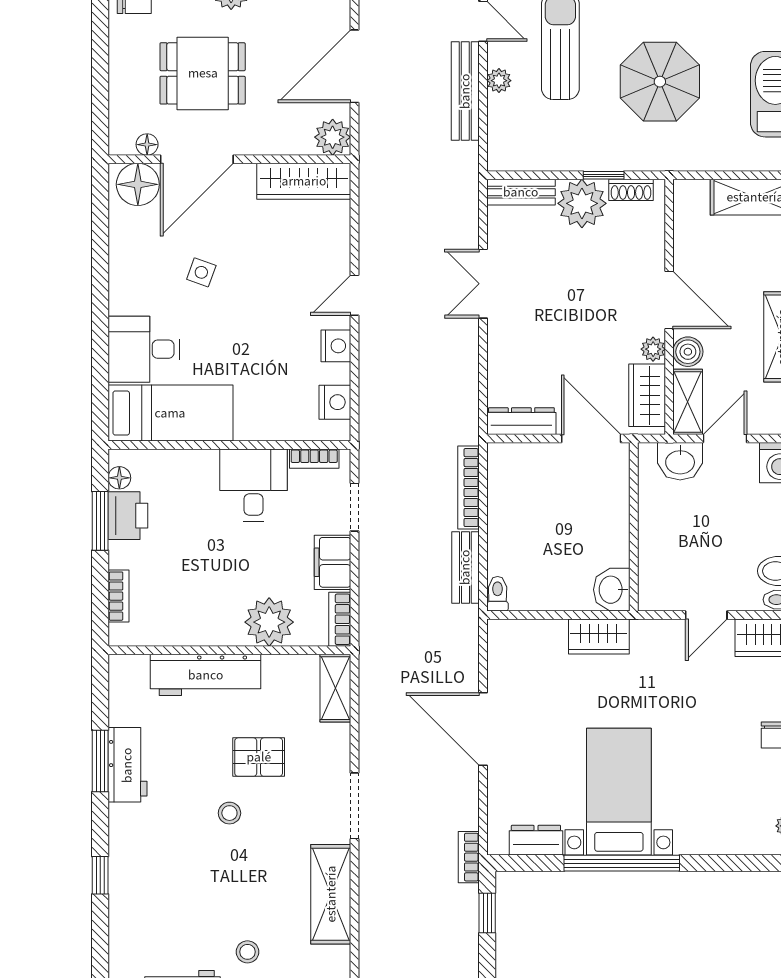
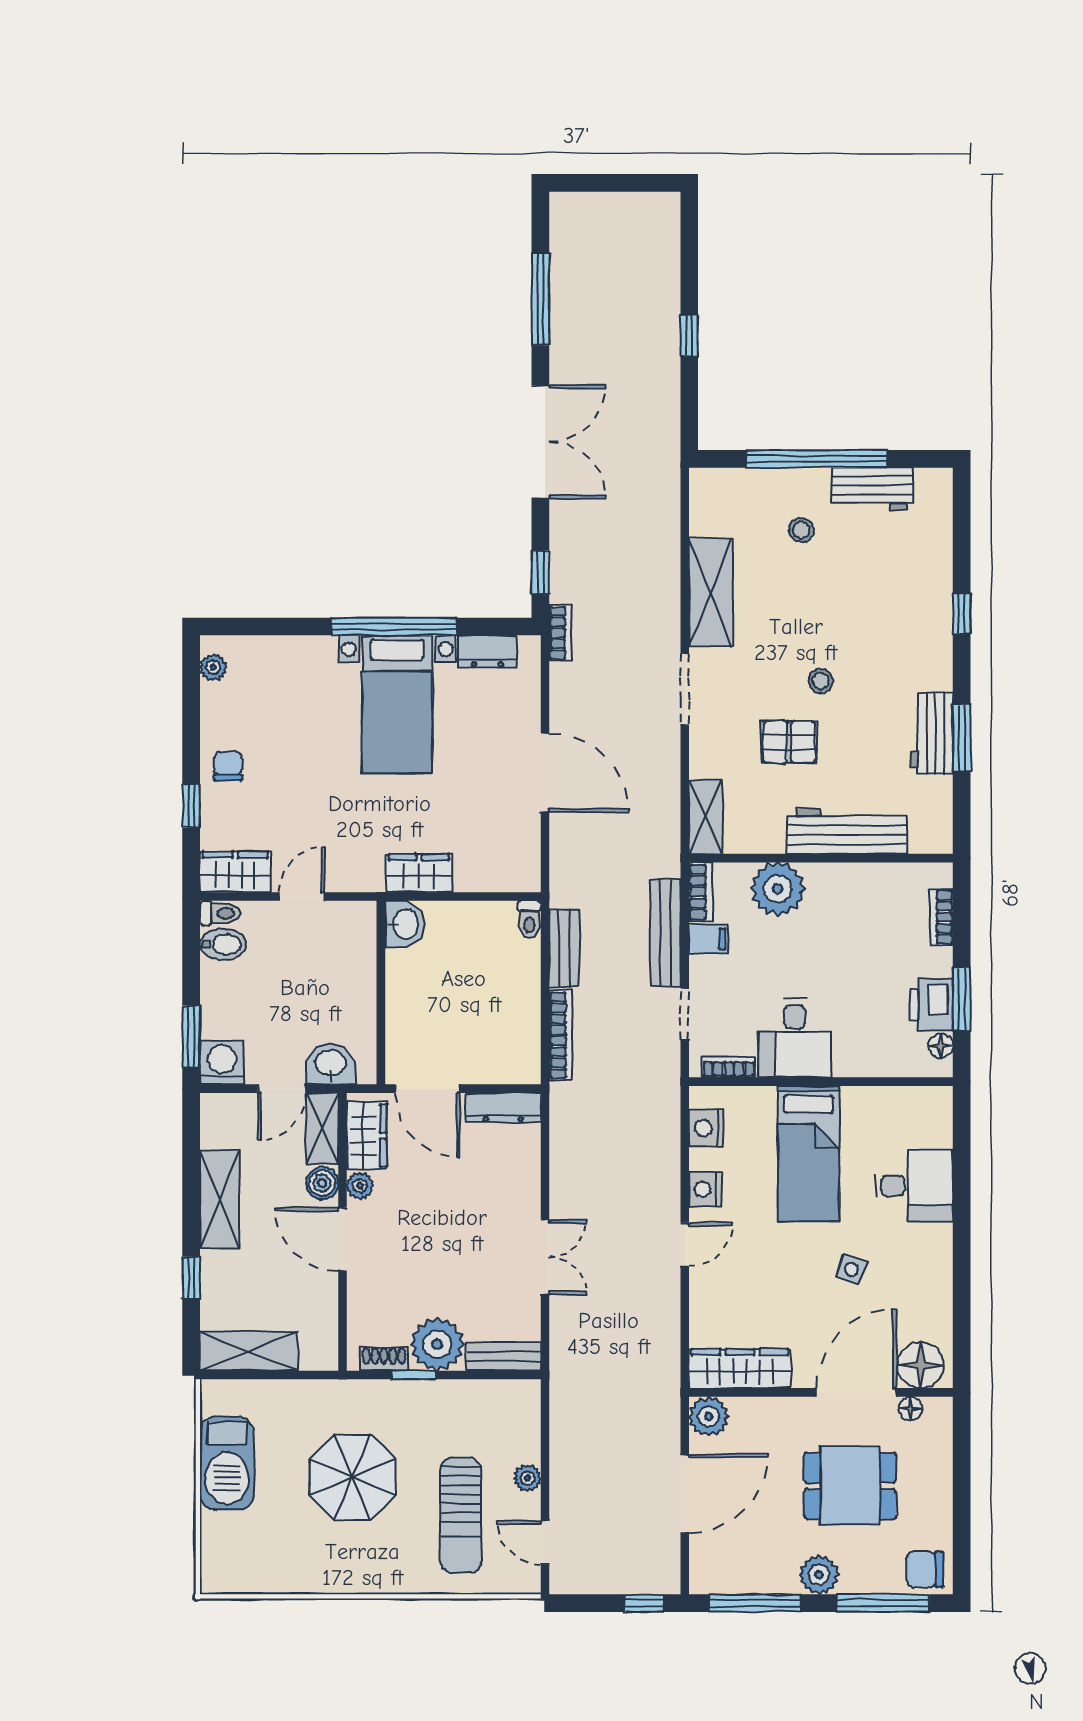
bench: (465, 91) -> (665, 933), moved
bed: (170, 413) -> (809, 1154), moved, turned -90
filing cabinet: (333, 562) -> (709, 939), width x0.50

